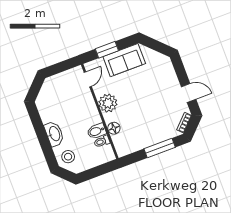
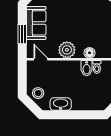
washbasin: (54, 134) -> (61, 104), moved
stool: (68, 157) -> (38, 93), moved

